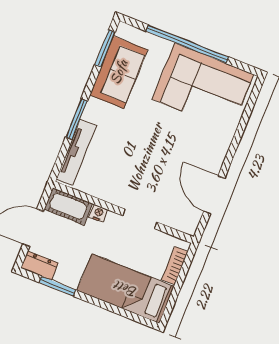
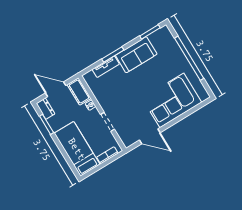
sofa: (119, 72) -> (136, 55), moved
corner sofa: (203, 87) -> (172, 100), moved, turned 90
tv unit: (76, 152) -> (106, 67), width x0.71
door: (214, 195) -> (150, 136), swing flipped

